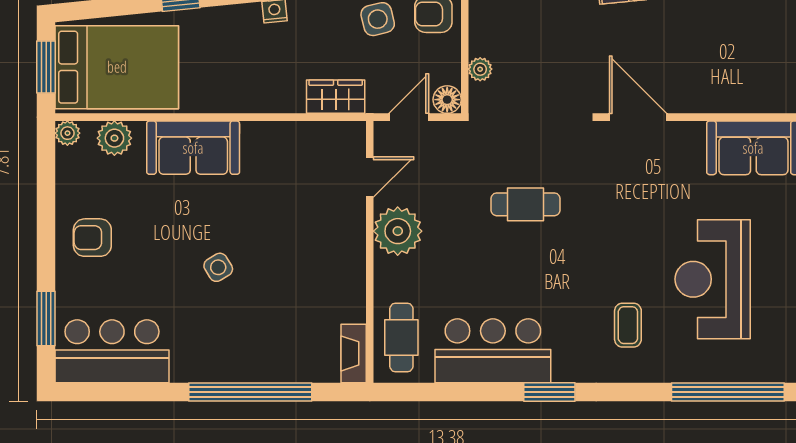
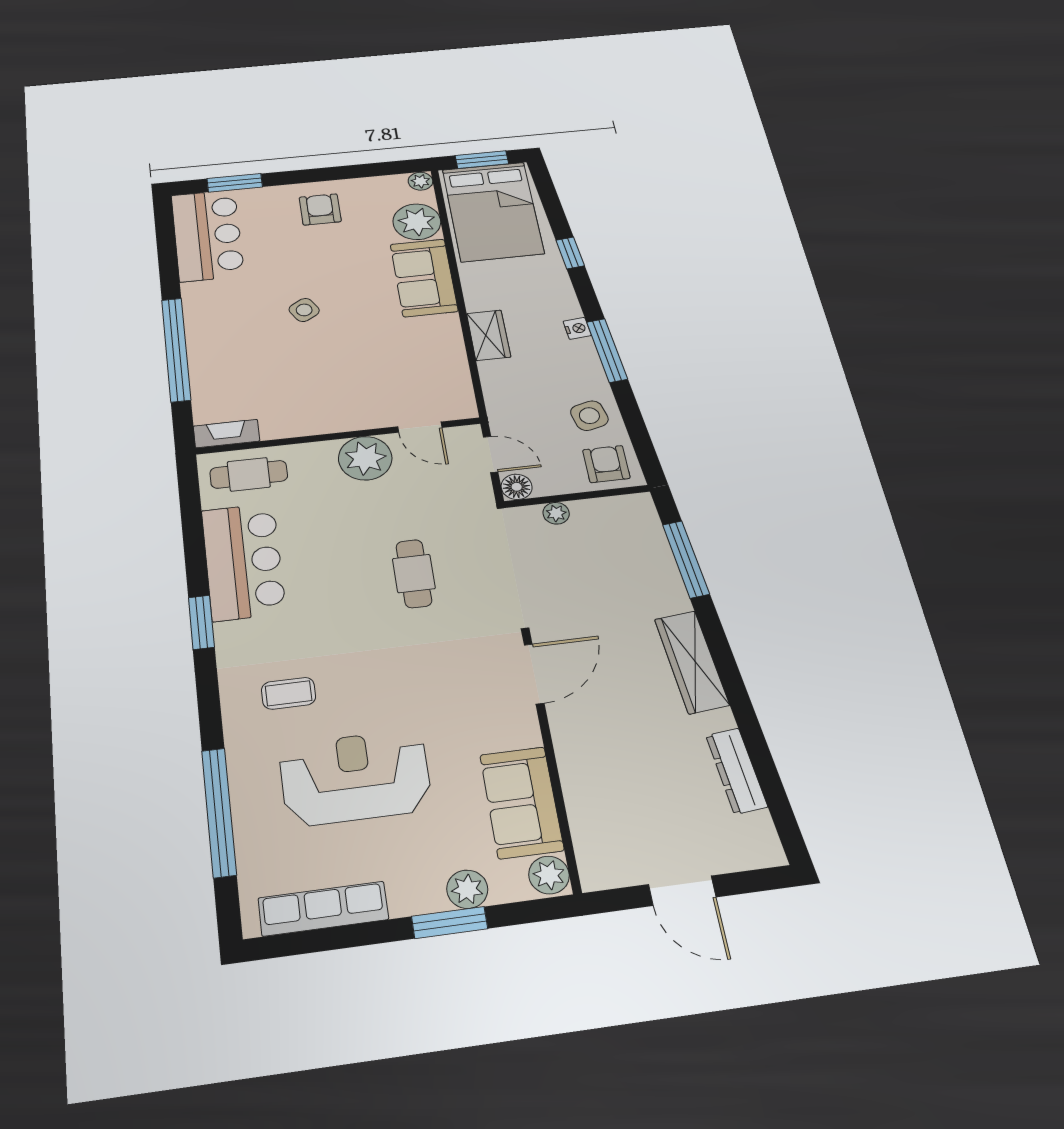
wardrobe: (336, 97) -> (489, 335), moved
plant: (114, 138) -> (417, 222), width x1.36, depth x1.36

